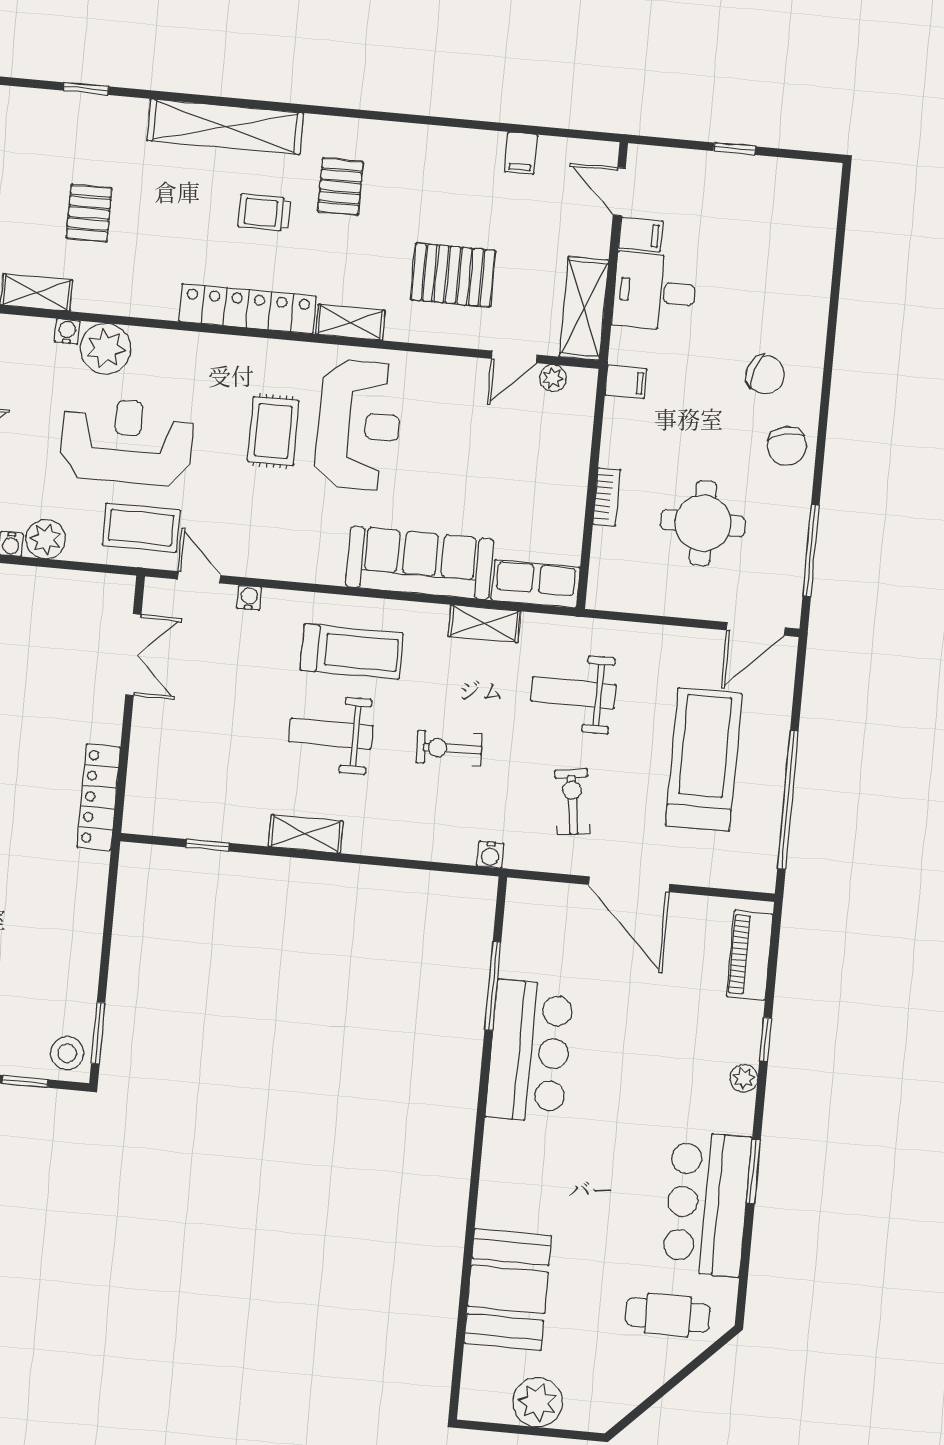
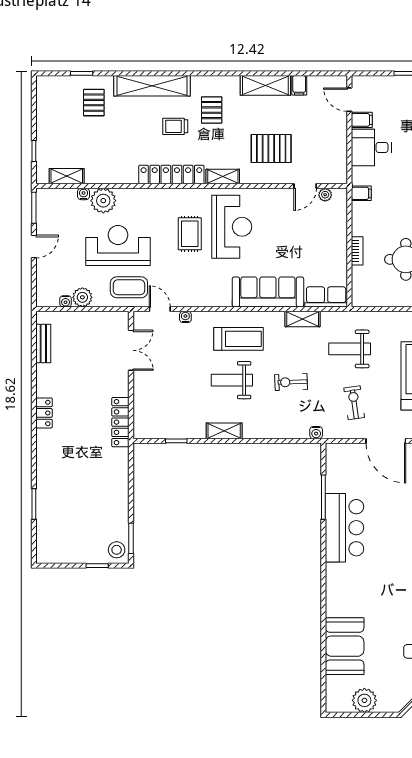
pallet: (89, 213) -> (94, 103), moved
shelving: (584, 308) -> (265, 85), moved, turned 90

